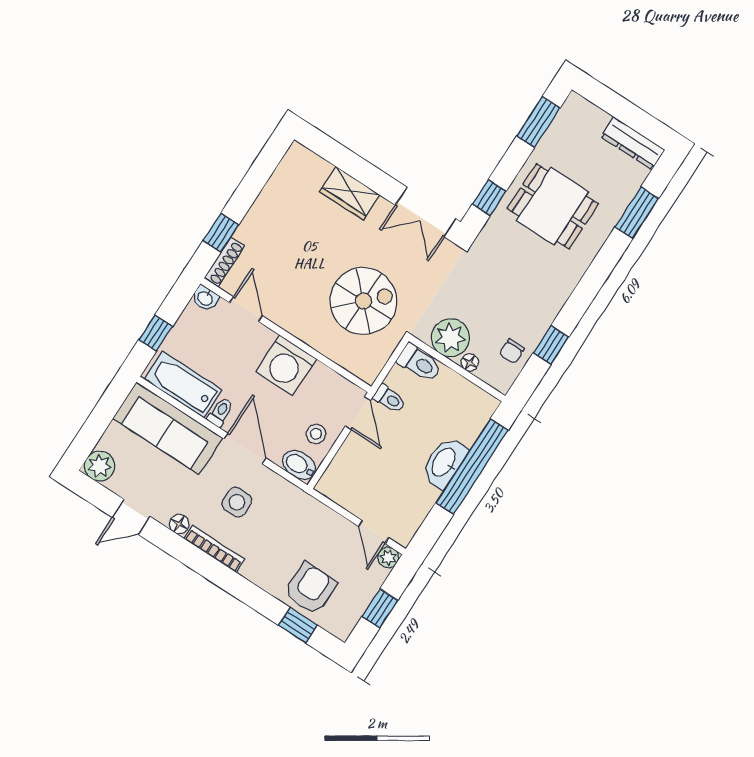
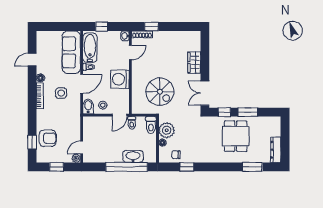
window: (538, 122) -> (248, 112), moved
washbasin: (444, 463) -> (133, 156), moved
plant: (100, 466) -> (43, 37), removed
door: (131, 517) -> (32, 60), hinge flipped

